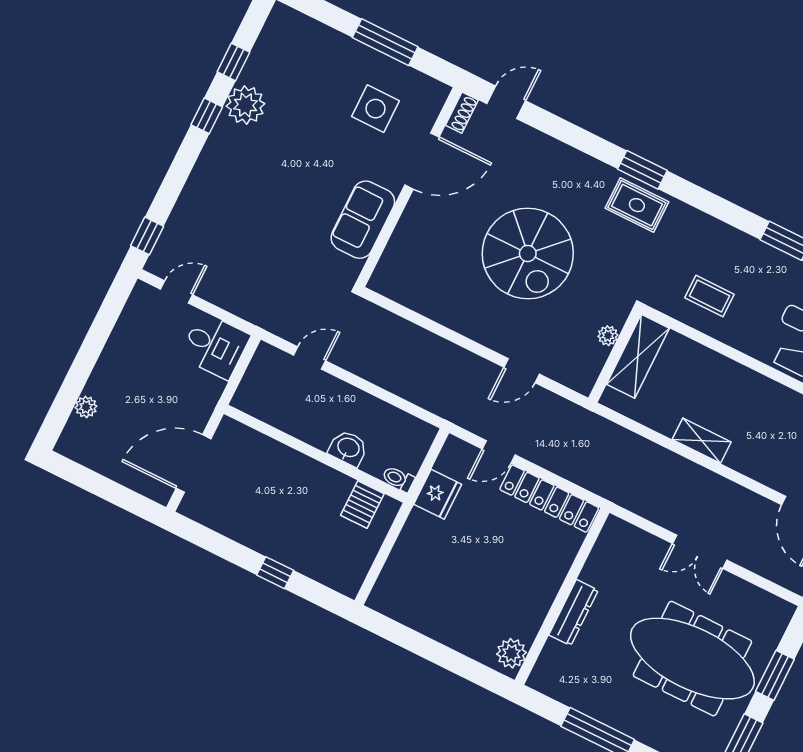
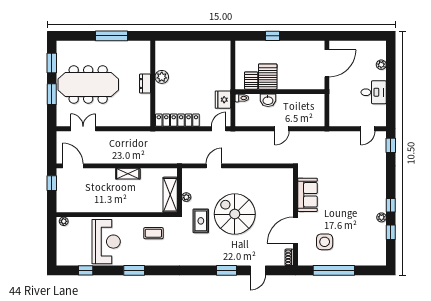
window: (385, 42) -> (334, 270), width x1.46
door: (506, 102) -> (258, 270), moved
plant: (245, 105) -> (381, 217), width x0.53, depth x0.53
window: (642, 170) -> (227, 270), moved
rug: (637, 205) -> (201, 221), moved, turned 90
desk: (215, 346) -> (374, 92), moved, turned 180
door: (310, 358) -> (282, 129), moved
door: (499, 452) -> (219, 129), moved
server rack: (325, 496) -> (268, 77), added
double door: (700, 552) -> (83, 129), moved
dresser: (574, 613) -> (145, 84), width x0.70
plant: (511, 653) -> (162, 77), moved

